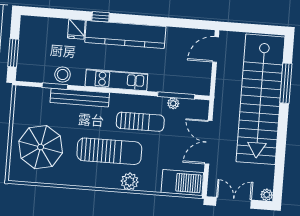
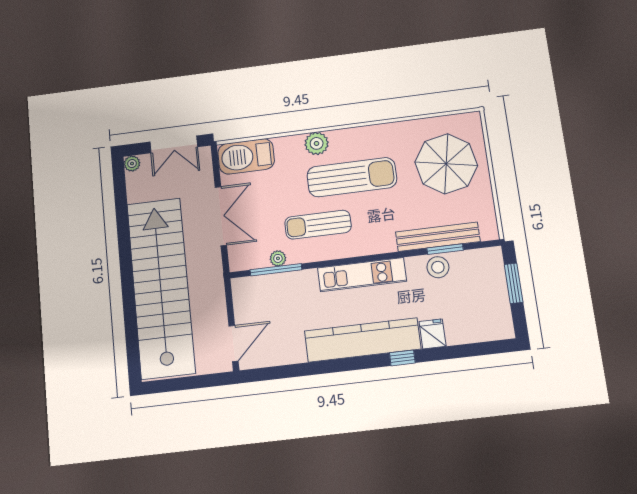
window: (286, 83) -> (130, 316), removed
bench: (80, 98) -> (438, 237), moved
sun lounger: (109, 151) -> (352, 177), turned 180

